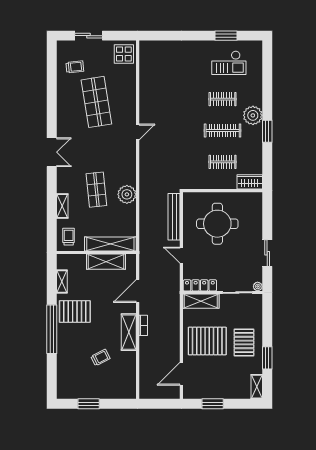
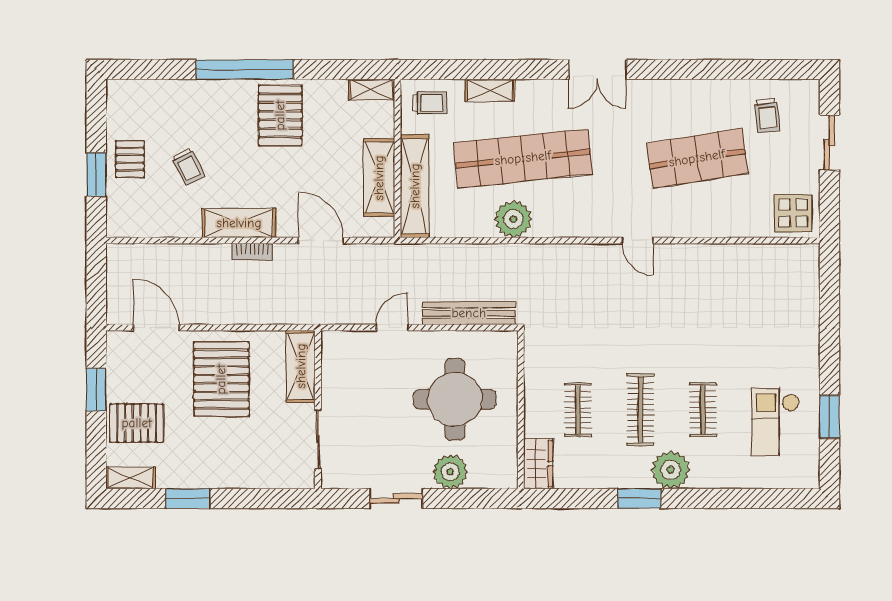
shop shelf: (96, 190) -> (523, 158), width x2.00, depth x1.36
shelving: (62, 281) -> (372, 90), moved
locker: (200, 285) -> (332, 365), removed
plant: (258, 286) -> (450, 472), moved, width x1.87, depth x1.87
pallet: (244, 342) -> (137, 423), moved
pallet: (97, 387) -> (130, 159), added
window: (89, 404) -> (96, 174), moved

